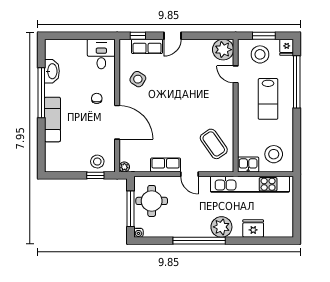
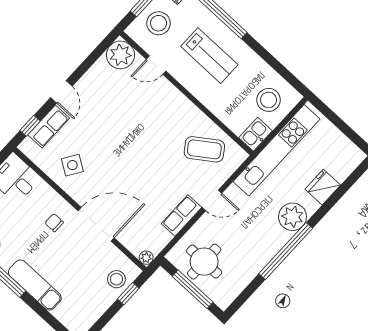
water cooler: (138, 233) -> (223, 303), removed

